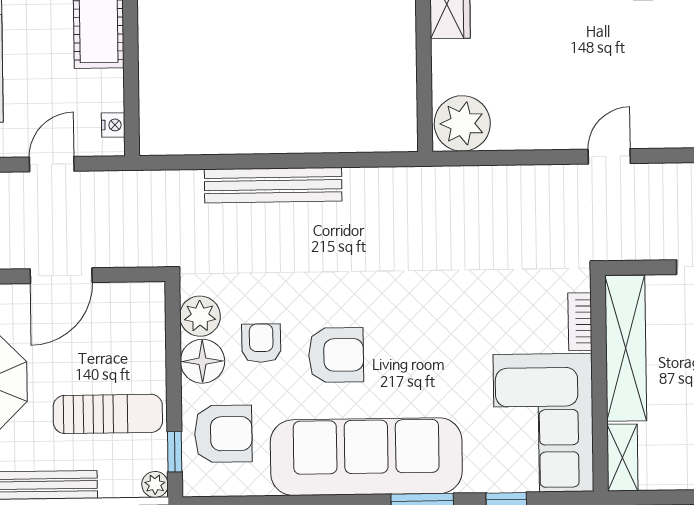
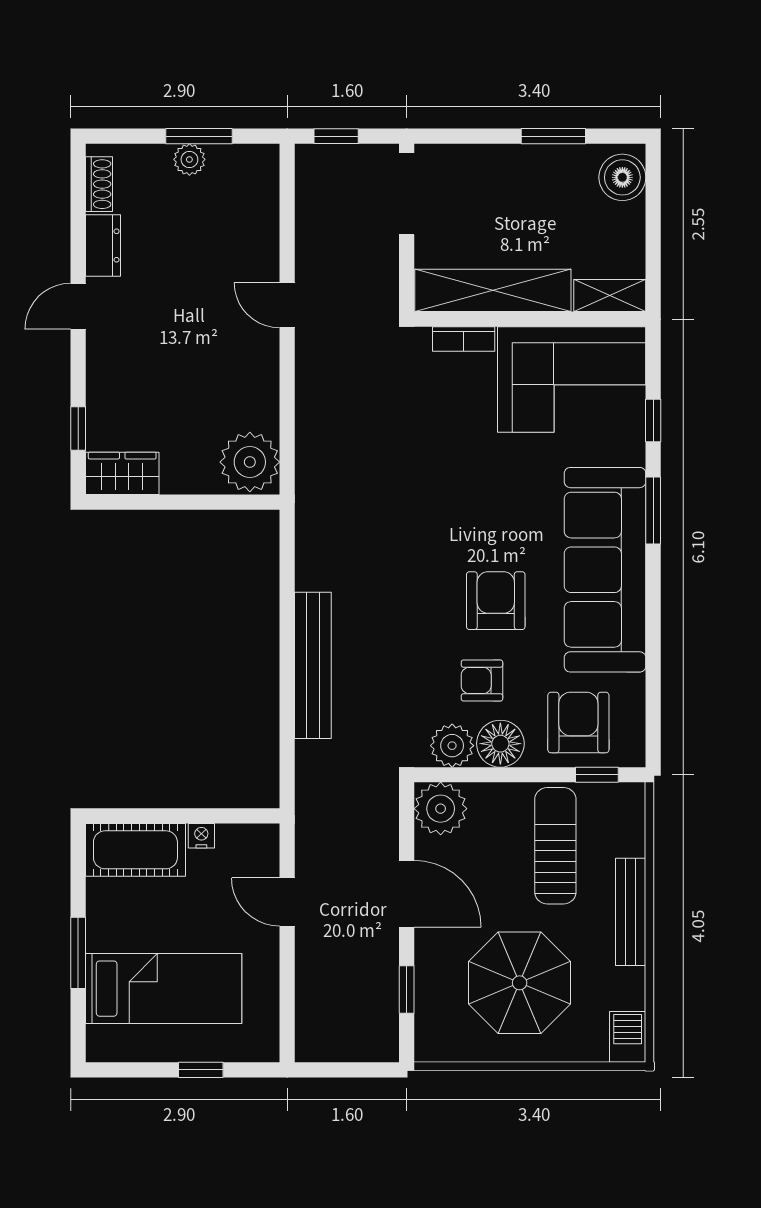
nightstand: (113, 125) -> (201, 836), moved
plant: (155, 484) -> (441, 809), moved, width x1.88, depth x1.88

